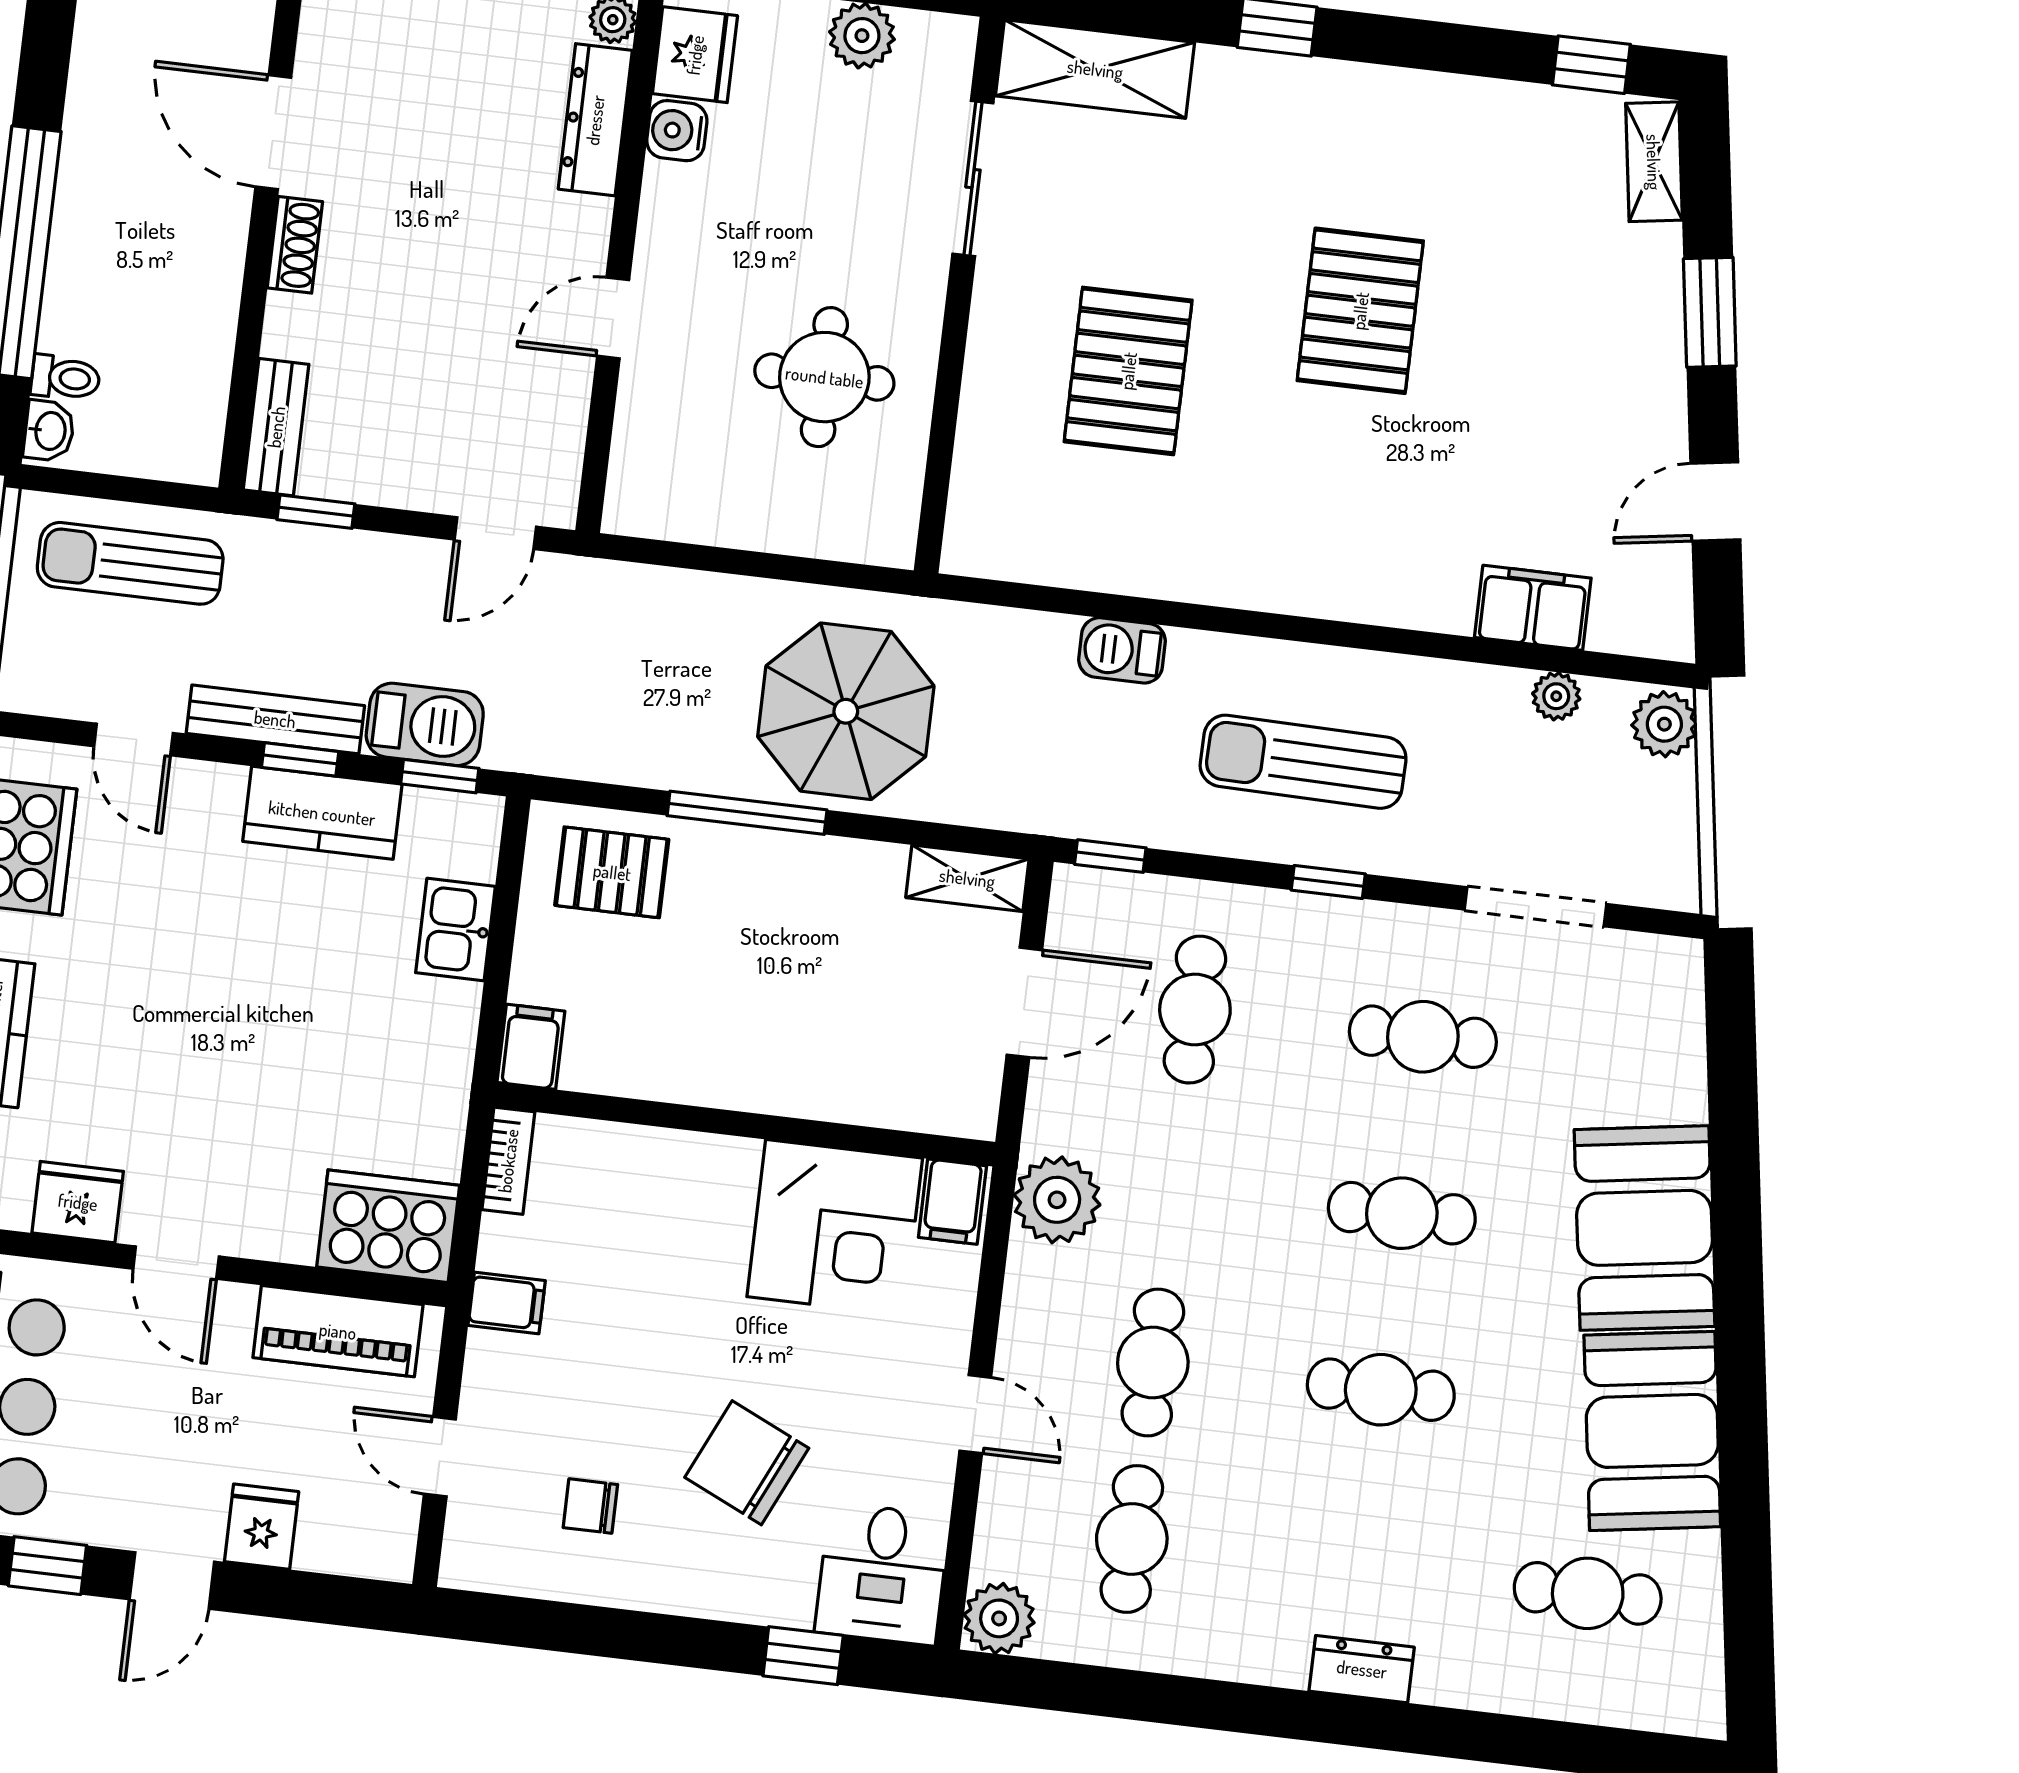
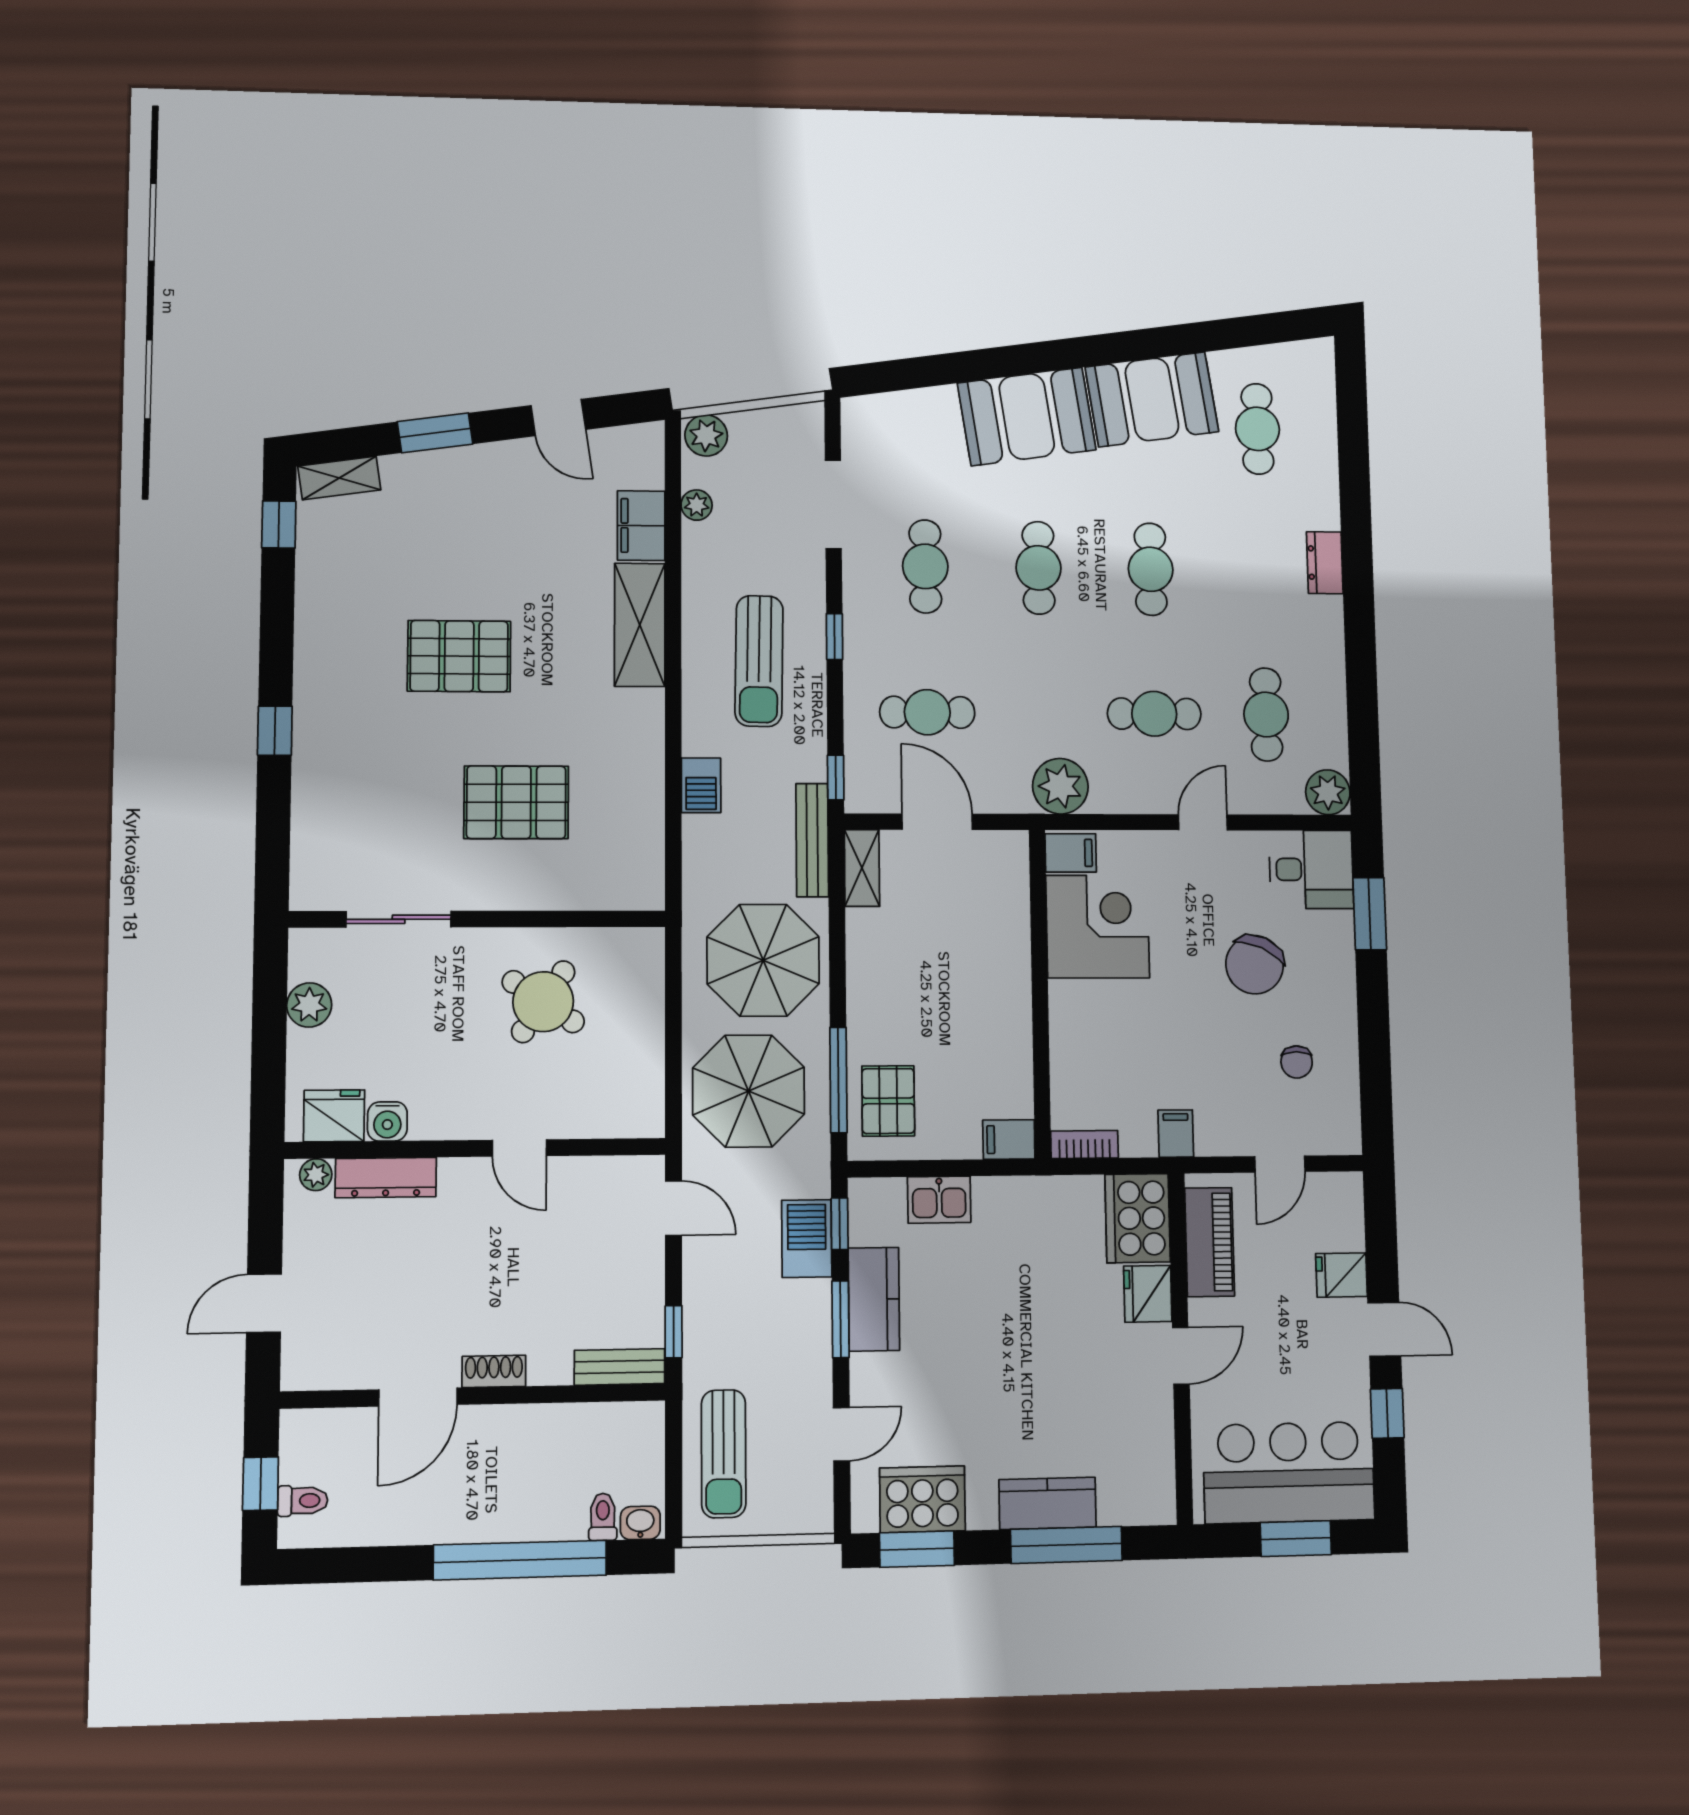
shelving: (1095, 69) -> (640, 625), moved
round table: (824, 377) -> (543, 1002), turned 34
parasol: (653, 665) -> (749, 1091), added
bench: (275, 719) -> (812, 840), moved
window: (300, 759) -> (841, 1319), width x1.50
window: (747, 813) -> (838, 1080), moved
fridge: (78, 1202) -> (1148, 1294), moved
cafe table: (1132, 1539) -> (1266, 714), turned 90
window: (803, 1656) -> (1370, 914), width x1.50

